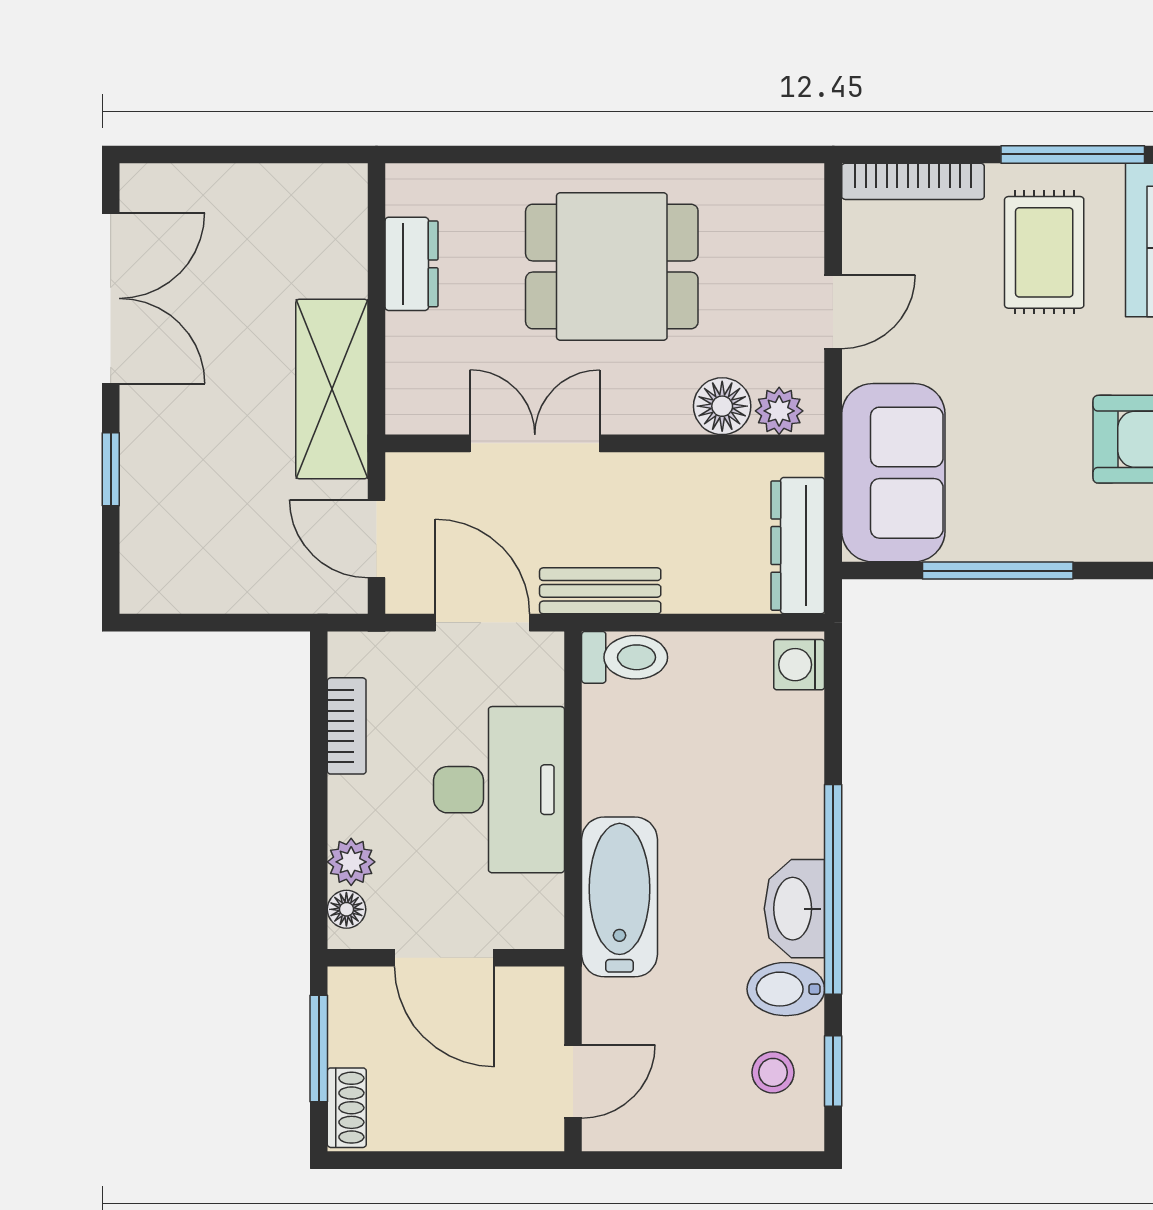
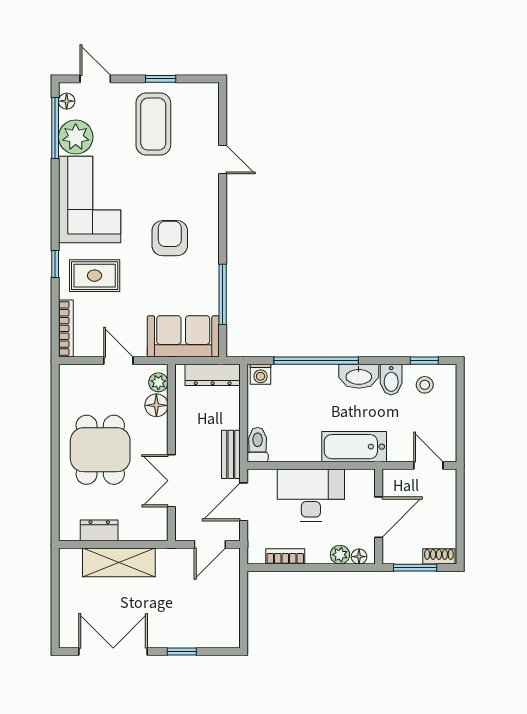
window: (1073, 154) -> (55, 264), width x0.46
shelving: (332, 389) -> (119, 562), moved
window: (833, 889) -> (316, 361), moved

